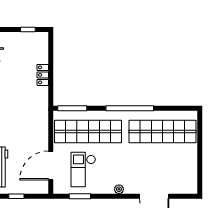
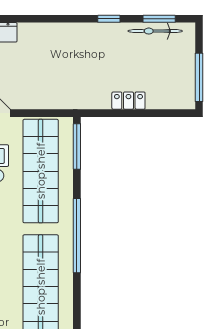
window: (28, 29) -> (199, 77), width x2.17

